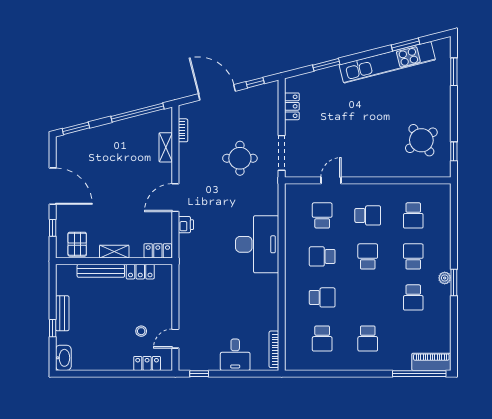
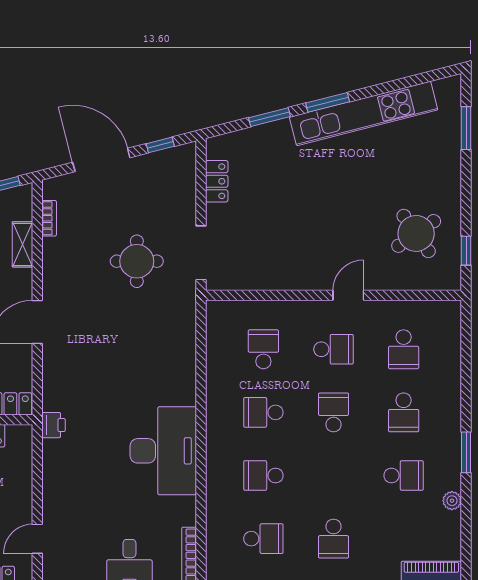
window: (406, 44) -> (328, 102), moved
door: (331, 180) -> (348, 295), moved
printer: (186, 225) -> (54, 425), moved
desk: (257, 244) -> (163, 451), moved
school desk: (413, 256) -> (404, 412), turned 180
plant: (445, 278) -> (452, 501), moved
school desk: (322, 297) -> (263, 476), turned 180
school desk: (413, 297) -> (404, 476), turned -90
school desk: (322, 338) -> (263, 539), turned -90

